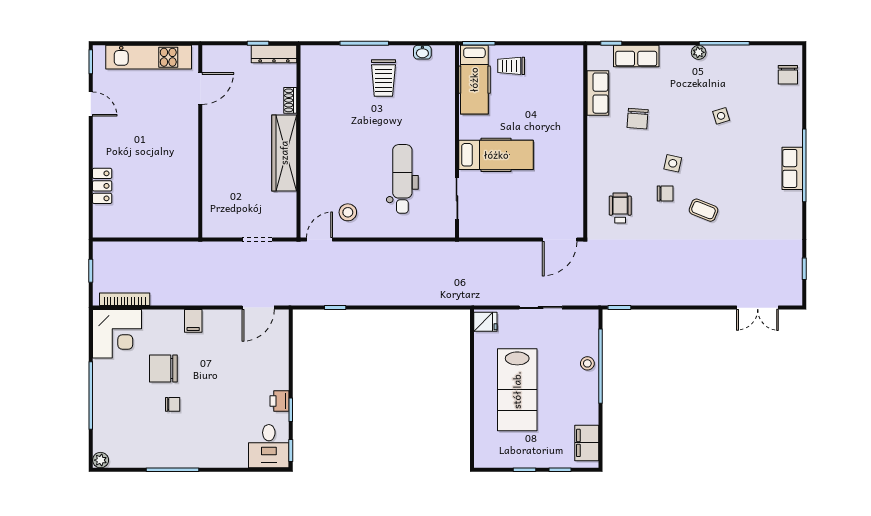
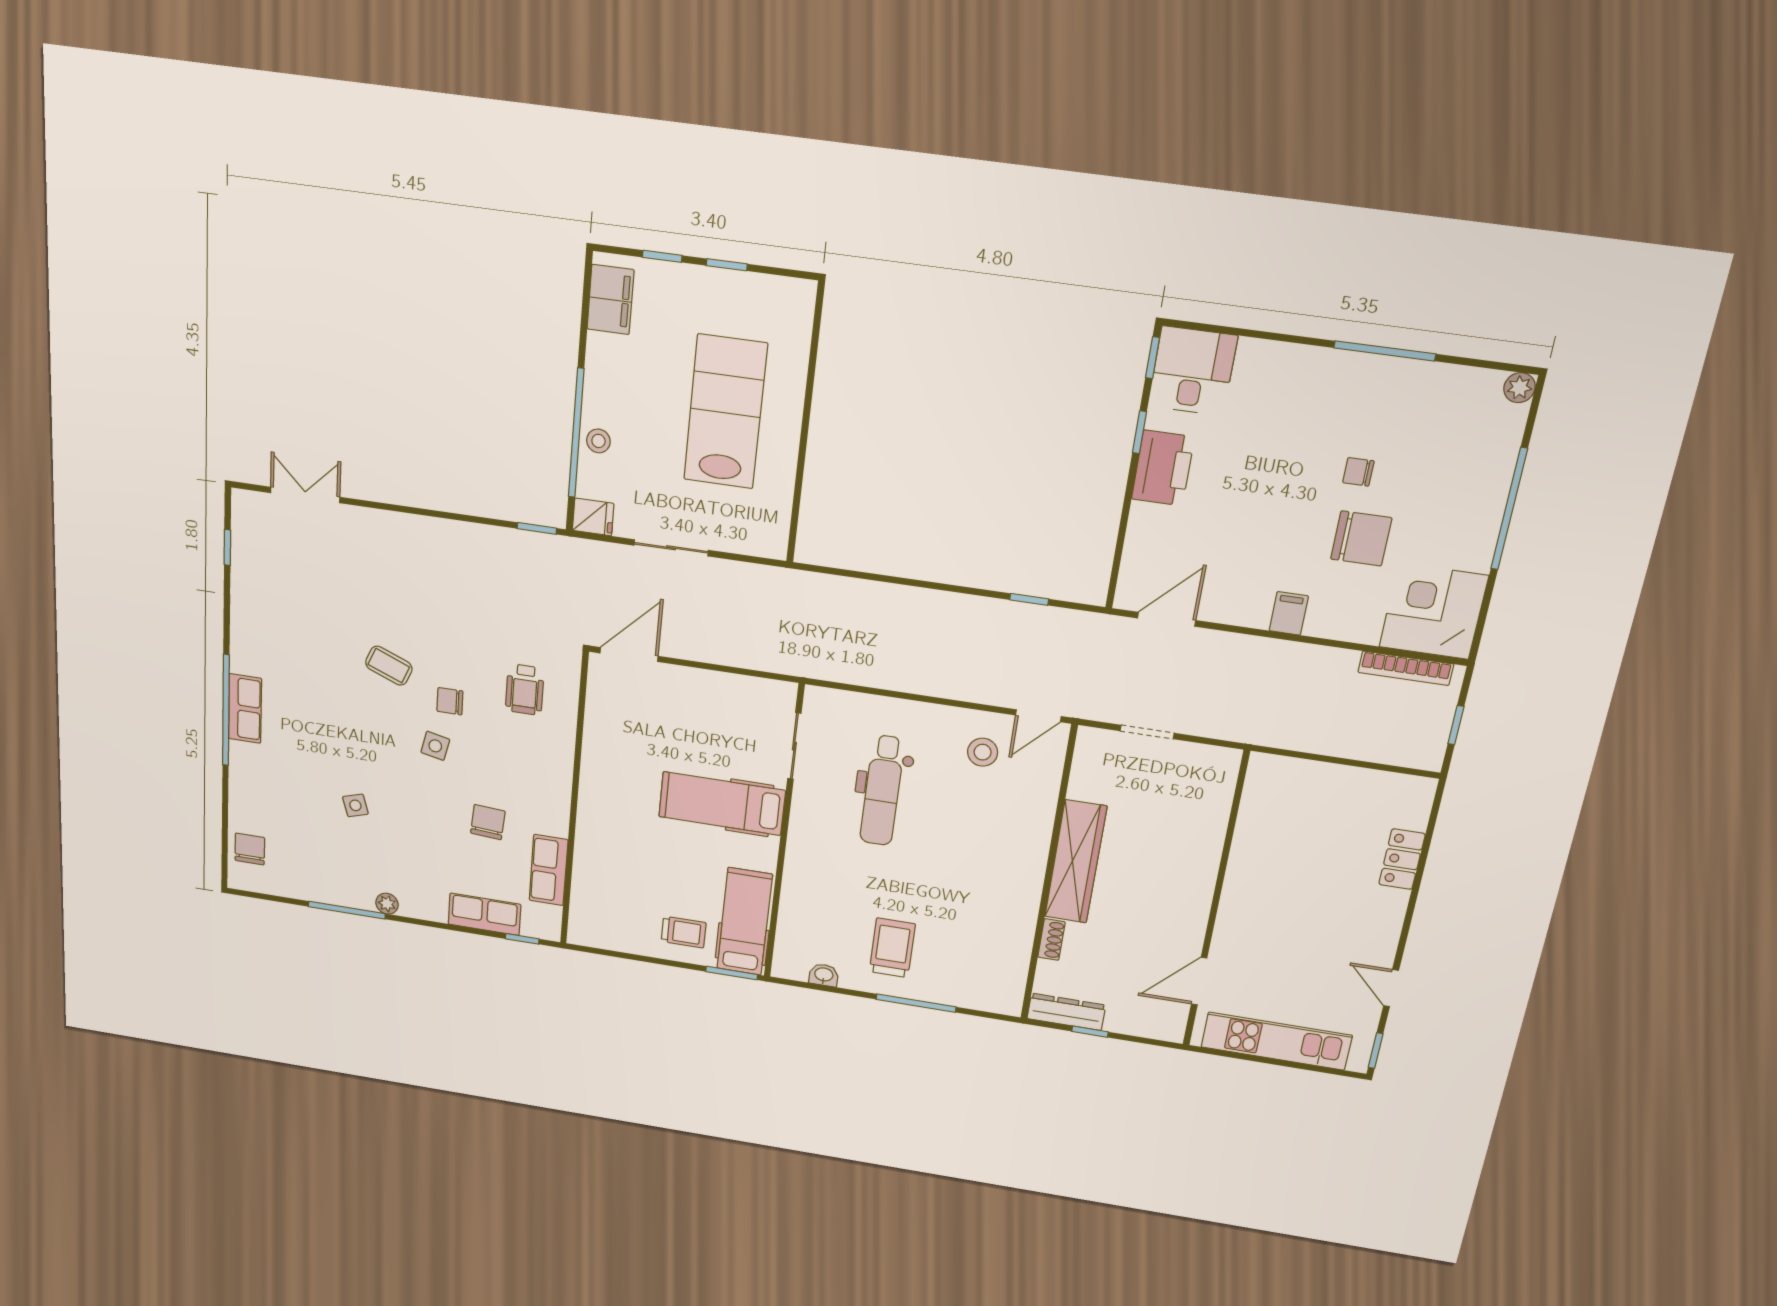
fridge: (485, 322) -> (593, 517), moved, turned 180
printer: (280, 401) -> (1163, 468), width x1.87, depth x1.48

